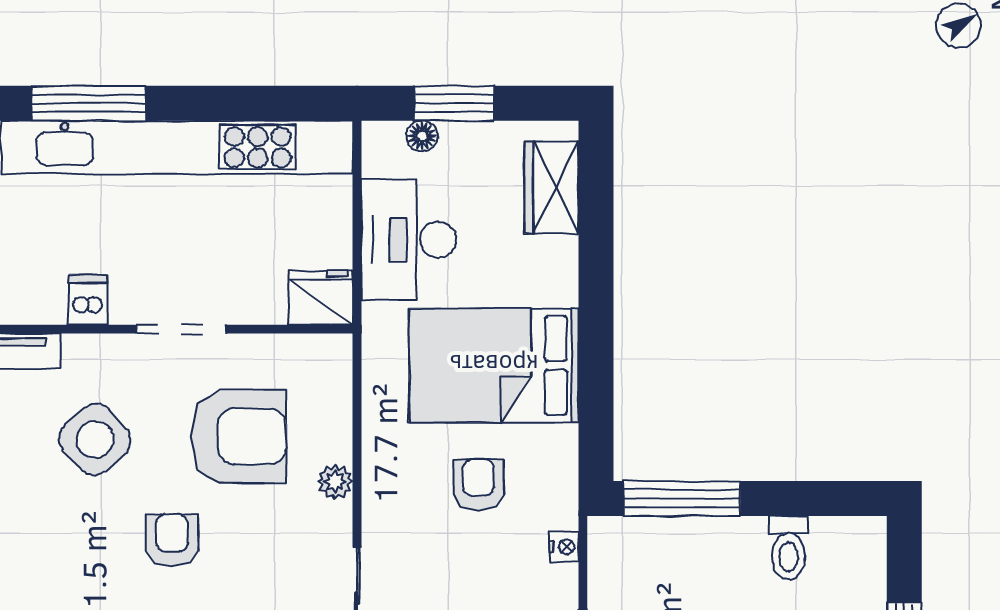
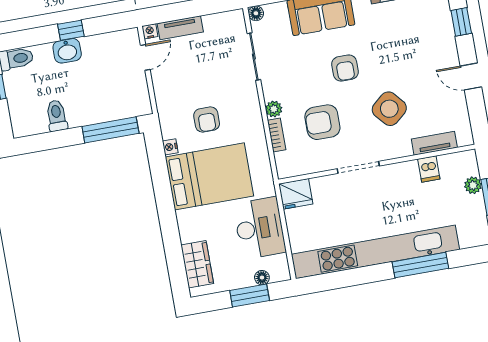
dishwasher: (88, 300) -> (429, 169), moved
bookcase: (339, 426) -> (277, 135), added
armchair: (239, 436) -> (322, 122), width x0.73, depth x0.73
nightstand: (564, 547) -> (170, 147), moved

